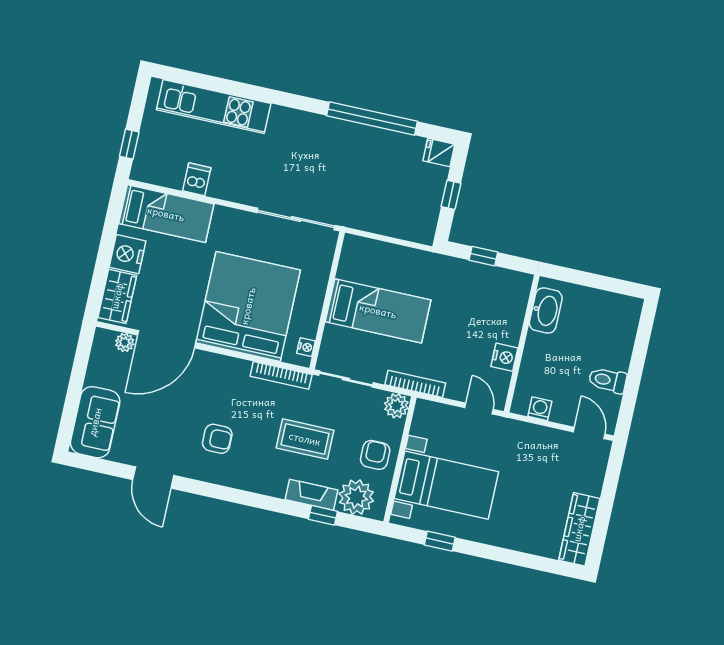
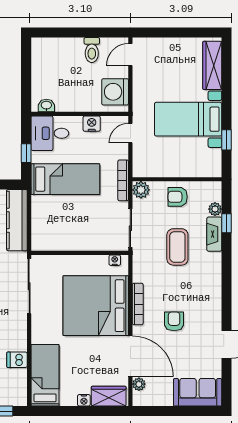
kitchen counter: (392, 222) -> (17, 220), added
nightstand: (127, 254) -> (84, 400), width x0.53, depth x0.56
desk: (504, 296) -> (50, 133), added
bed: (378, 311) -> (65, 179), moved, turned 90
washbasin: (546, 311) -> (46, 105), width x0.52, depth x0.69
bookcase: (281, 375) -> (138, 304), moved
washing machine: (540, 409) -> (115, 92), width x1.89, depth x1.89
armchair: (217, 439) -> (174, 321), moved
bed with nightstands: (446, 485) -> (188, 119), moved, turned -90
plant: (356, 497) -> (215, 209), width x0.53, depth x0.53
wardrobe: (579, 529) -> (212, 65), moved, turned 90

